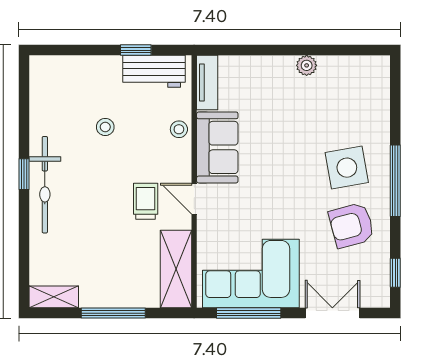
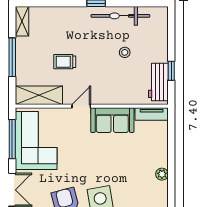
stool: (179, 129) -> (123, 97), removed
bicycle: (45, 185) -> (120, 16), moved
trolley: (146, 201) -> (65, 62), moved, turned 180

